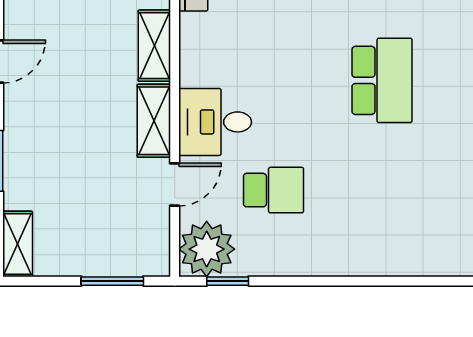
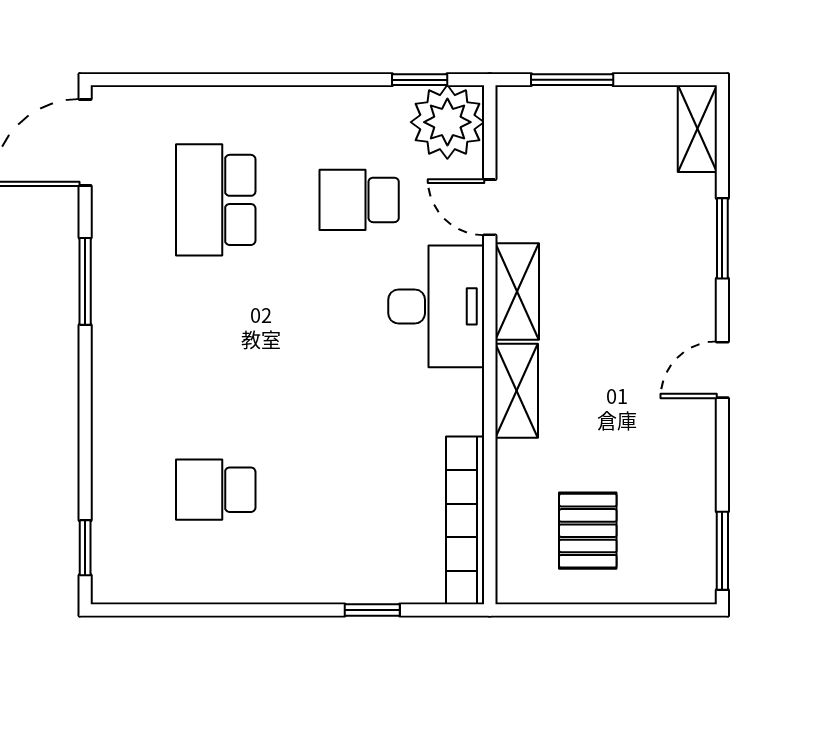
school desk: (382, 80) -> (216, 200), moved
desk: (215, 122) -> (436, 306), width x1.37
door: (175, 185) -> (490, 207), hinge flipped

